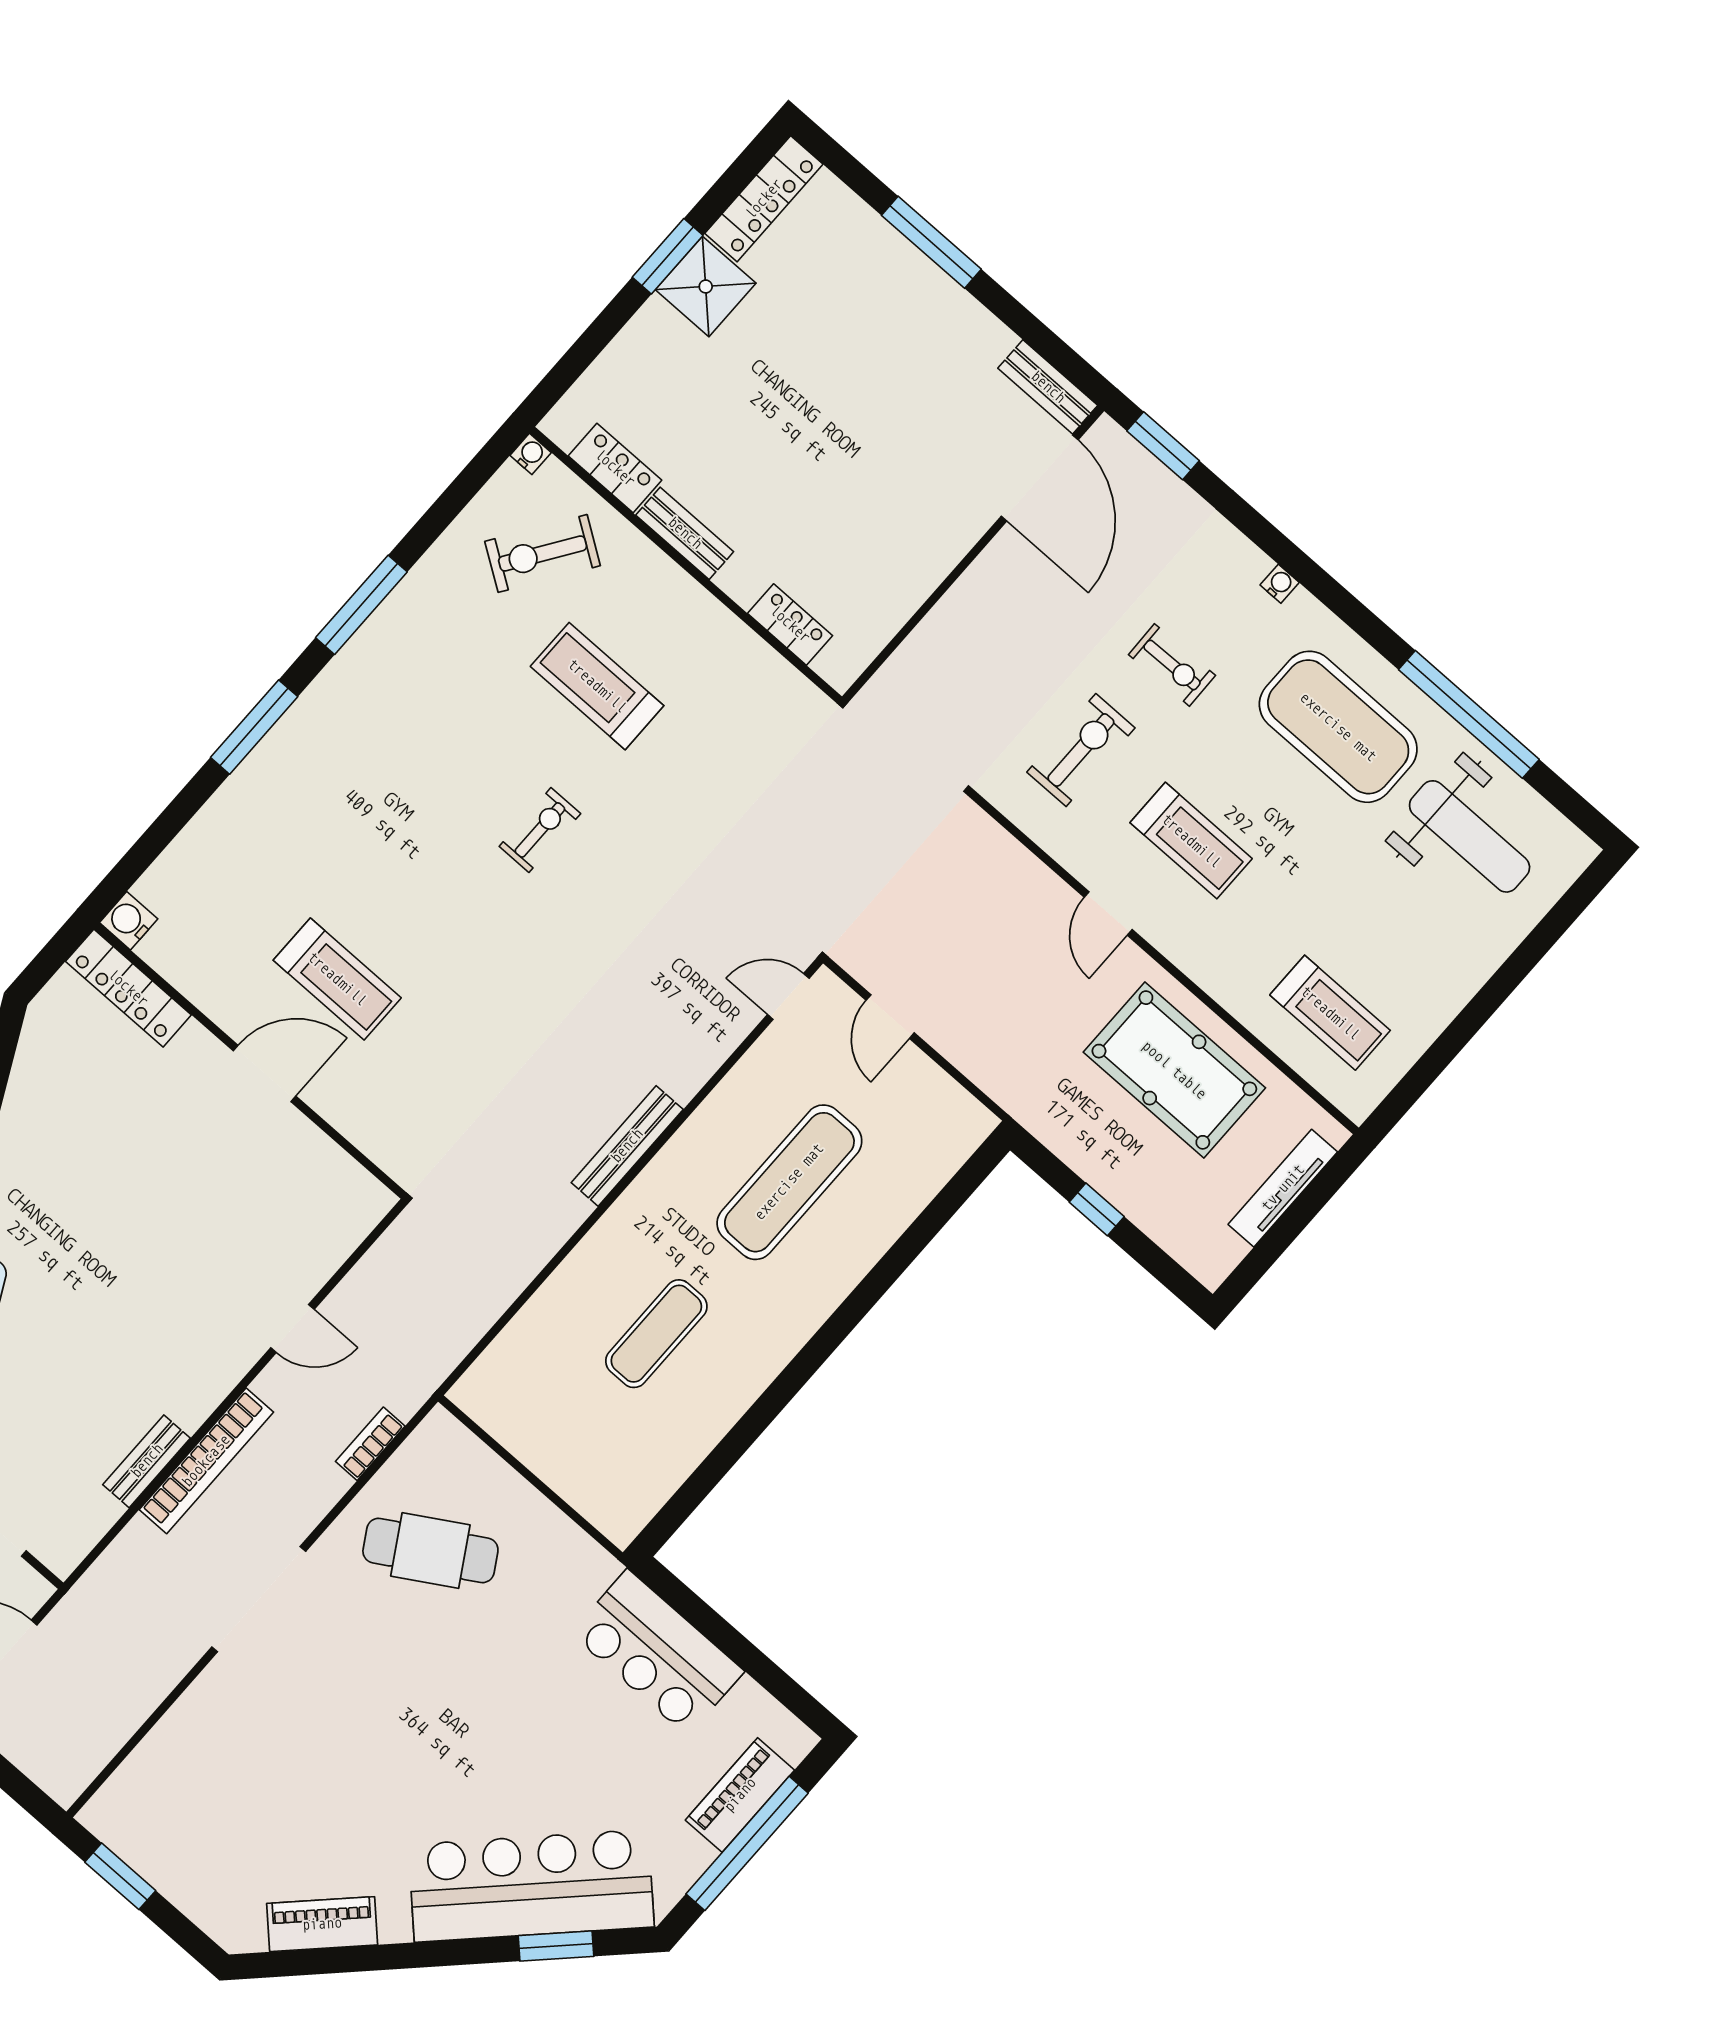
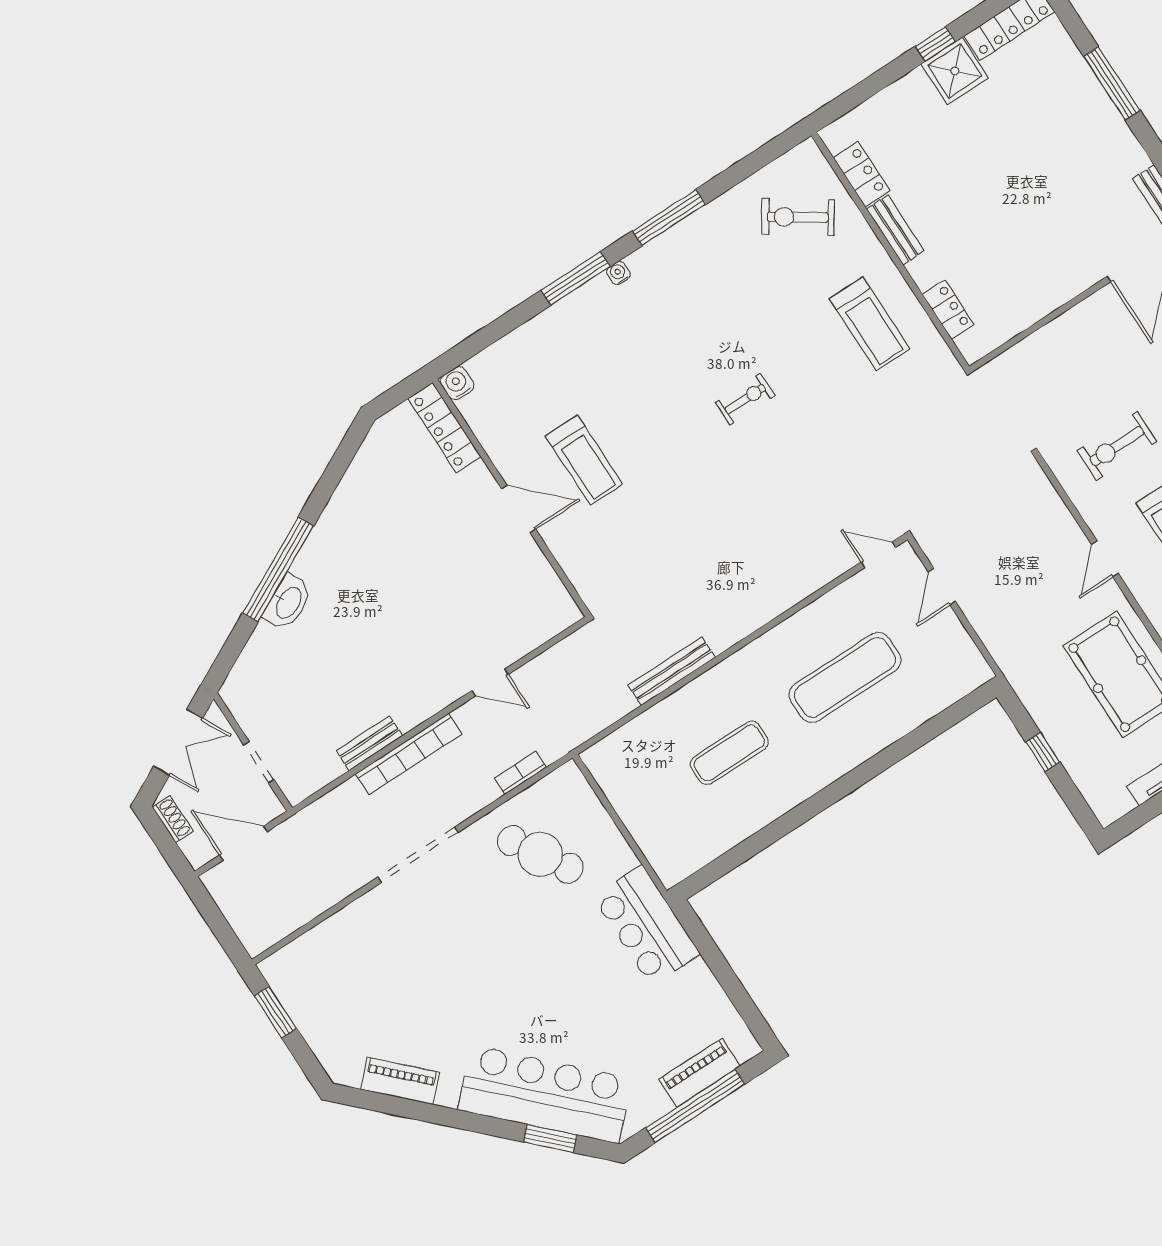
window: (668, 256) -> (935, 44), width x0.67
water cooler: (531, 454) -> (618, 273), moved, turned -90
treadmill: (597, 686) -> (870, 324), moved, turned 180
exercise bike: (1081, 750) -> (1117, 446), turned 180
bench: (627, 1146) -> (672, 671), moved
bar counter: (657, 1652) -> (646, 925), moved

